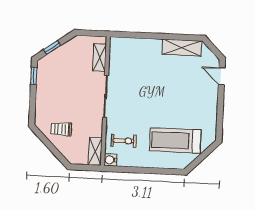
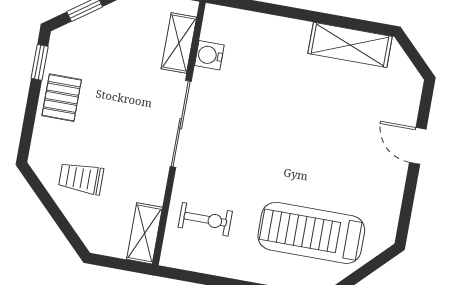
door: (222, 76) -> (418, 146), moved
pallet: (47, 91) -> (62, 98), added
water cooler: (110, 160) -> (209, 55), moved

